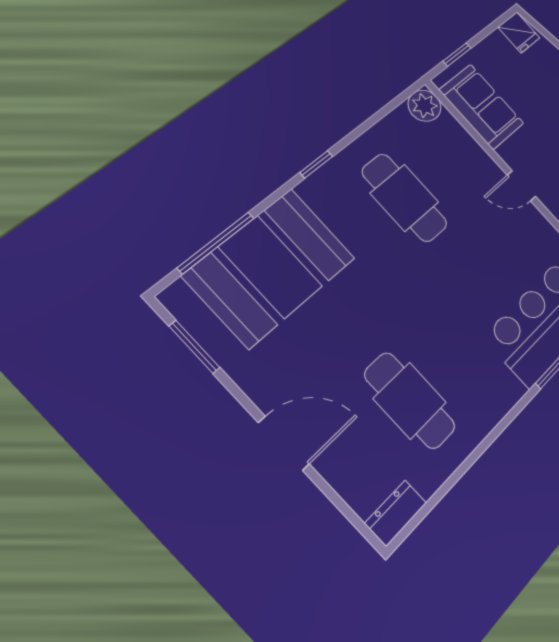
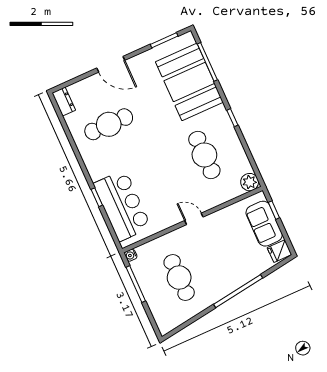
sofa: (482, 107) -> (264, 224), moved, turned 90
door: (521, 186) -> (194, 219), hinge flipped
cafe table: (405, 198) -> (204, 155), turned 90
door: (284, 443) -> (111, 64), hinge flipped

